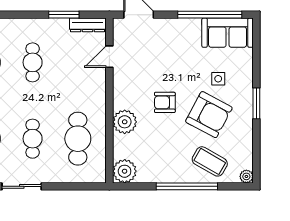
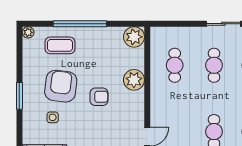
armchair: (209, 115) -> (61, 86), turned 69
cafe table: (78, 139) -> (175, 65), width x0.73, depth x0.74
coffee table: (210, 161) -> (60, 45), turned -30

